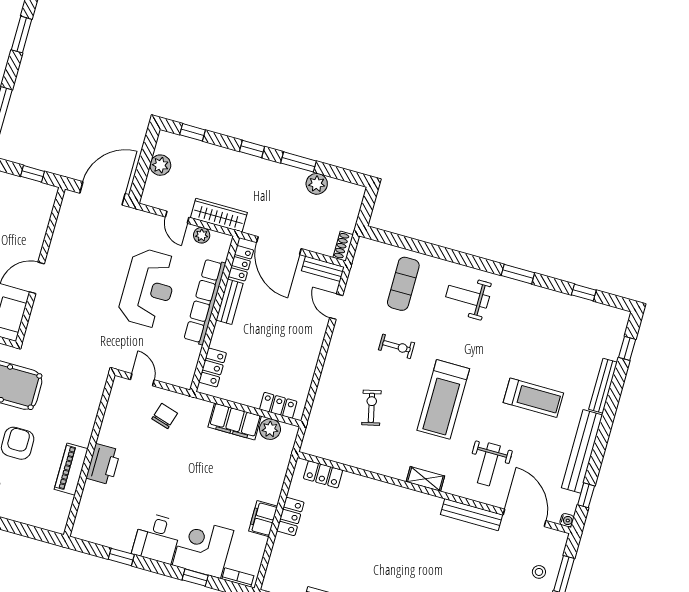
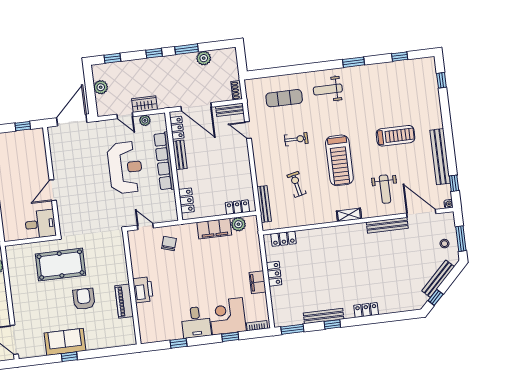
wardrobe: (219, 215) -> (145, 104), width x0.67
exercise mat: (403, 284) -> (284, 98), turned 90
bench: (603, 386) -> (264, 204), moved

